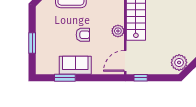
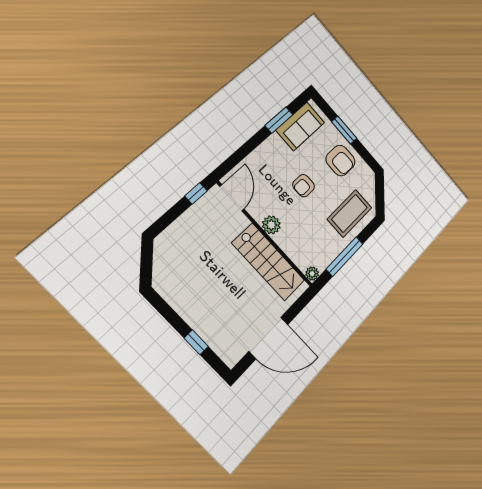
armchair: (50, 30) -> (341, 161), added
plant: (179, 62) -> (167, 254), removed
sofa: (75, 65) -> (300, 126), moved

